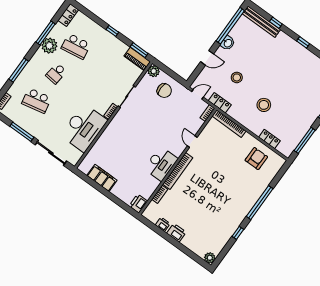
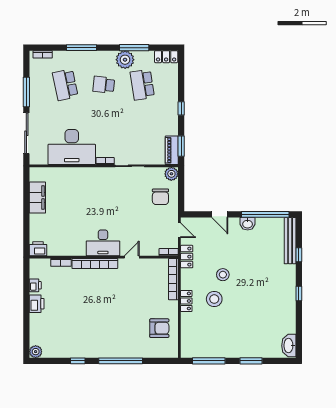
stool: (237, 77) -> (223, 275), moved
locker: (269, 139) -> (186, 301), moved
desk: (161, 164) -> (103, 243), moved

